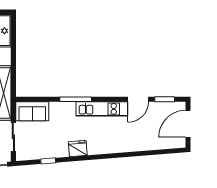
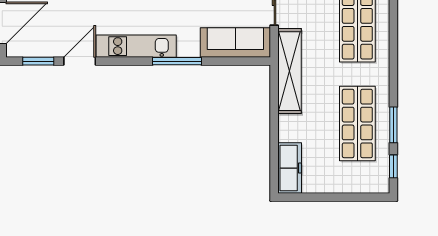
sofa: (32, 111) -> (235, 43), width x1.36

